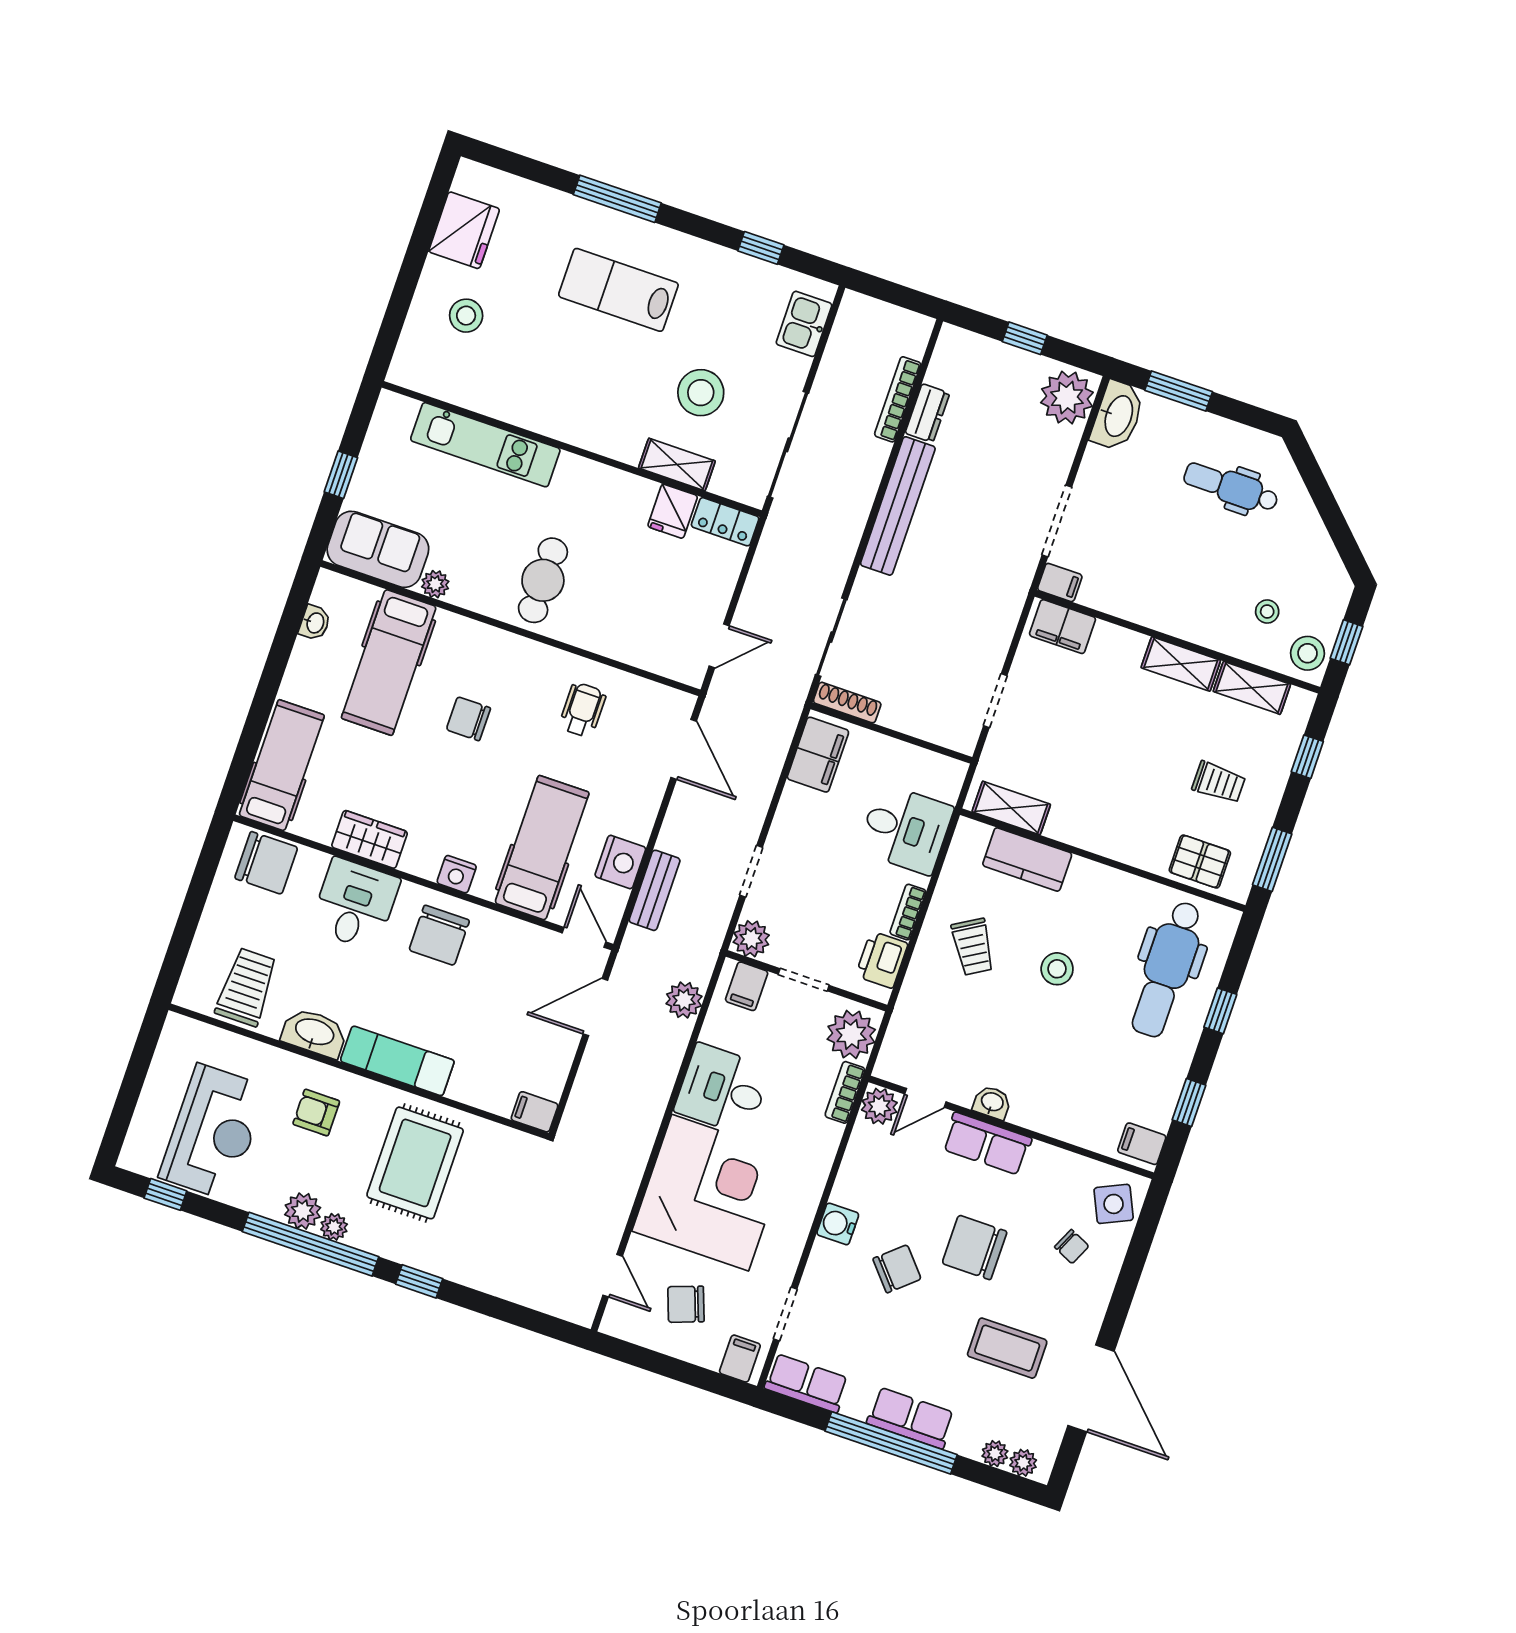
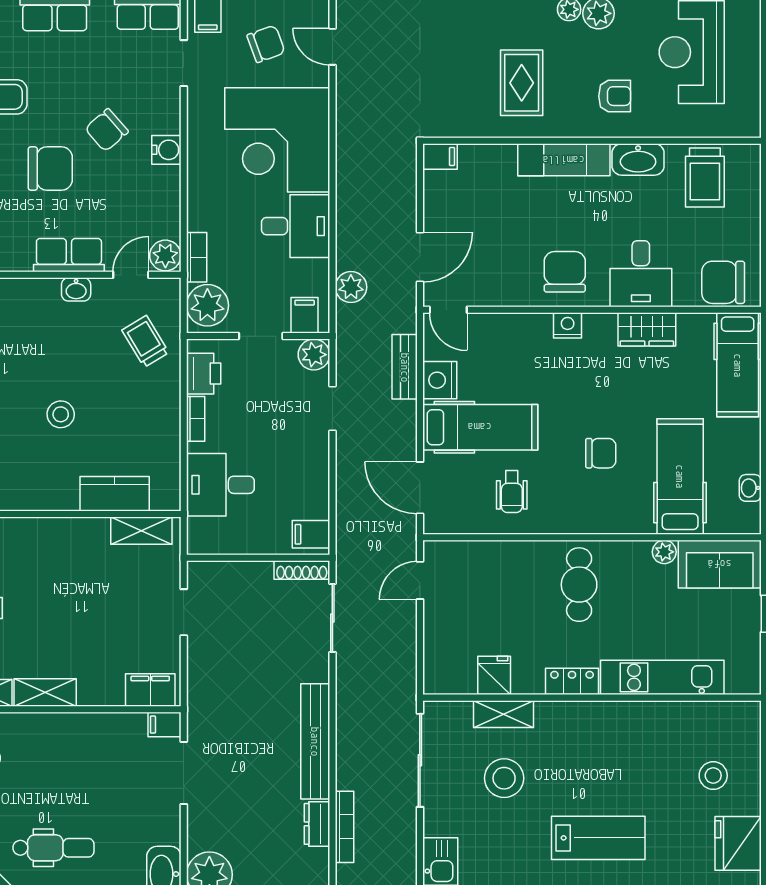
locker: (725, 522) -> (572, 681), moved
filing cabinet: (818, 755) -> (311, 534), width x0.50
hospital bed: (542, 848) -> (480, 427), moved, turned -90
trolley: (973, 947) -> (145, 341), moved
rug: (415, 1163) -> (522, 83), width x0.73, depth x0.70

